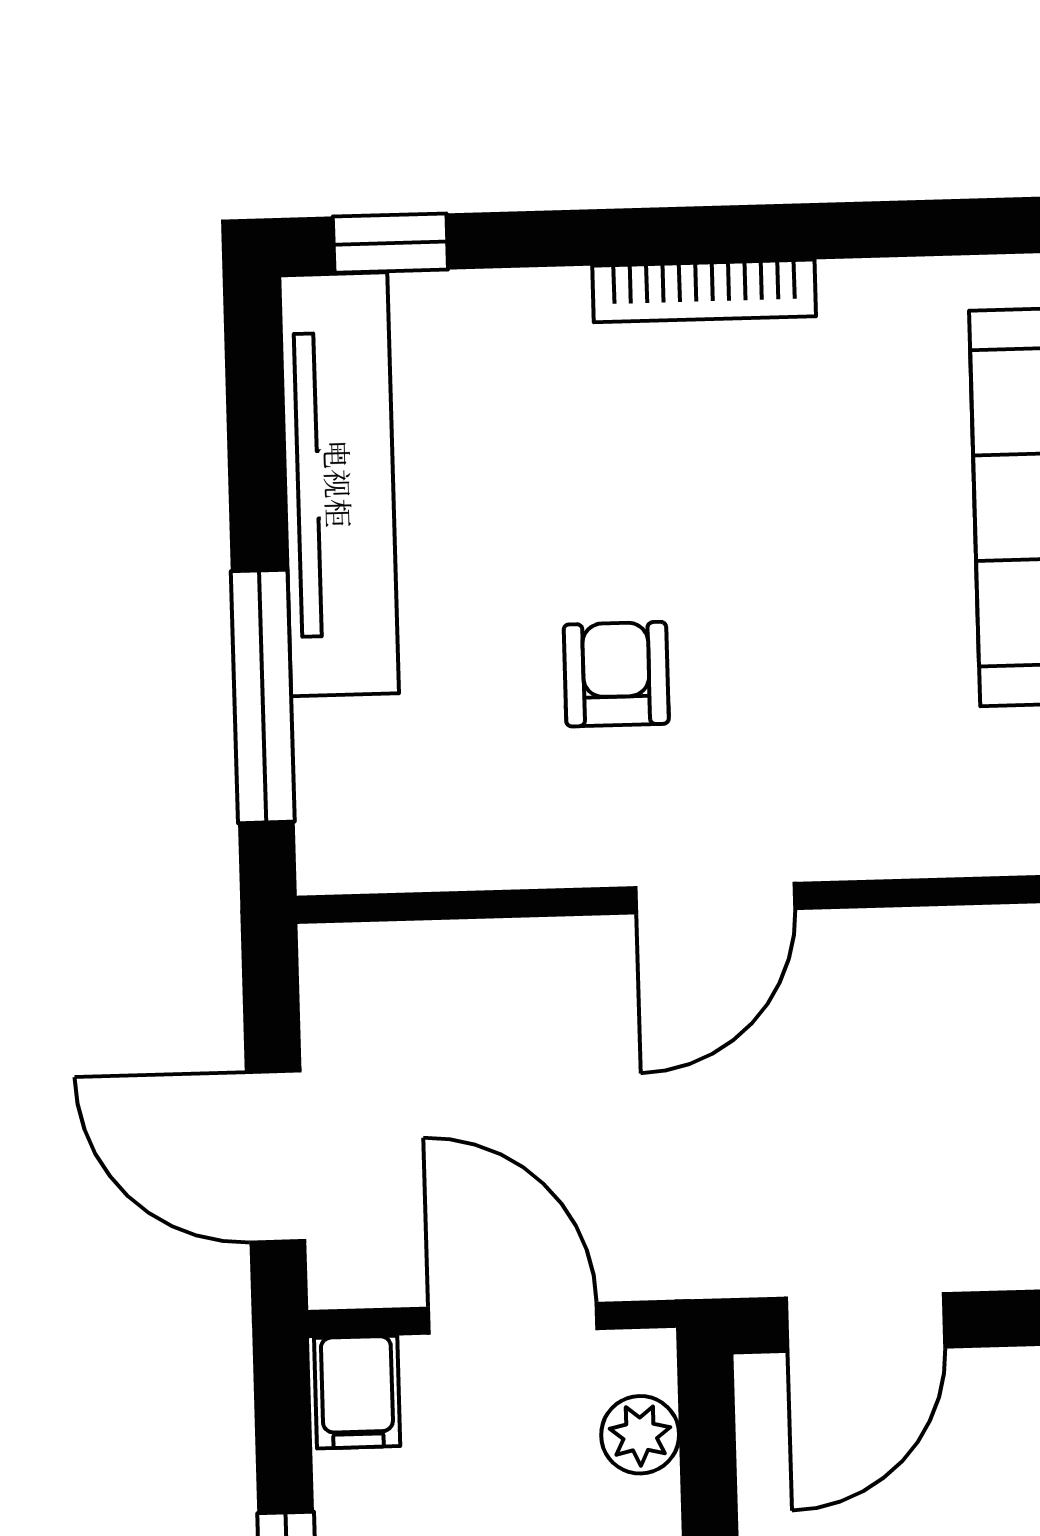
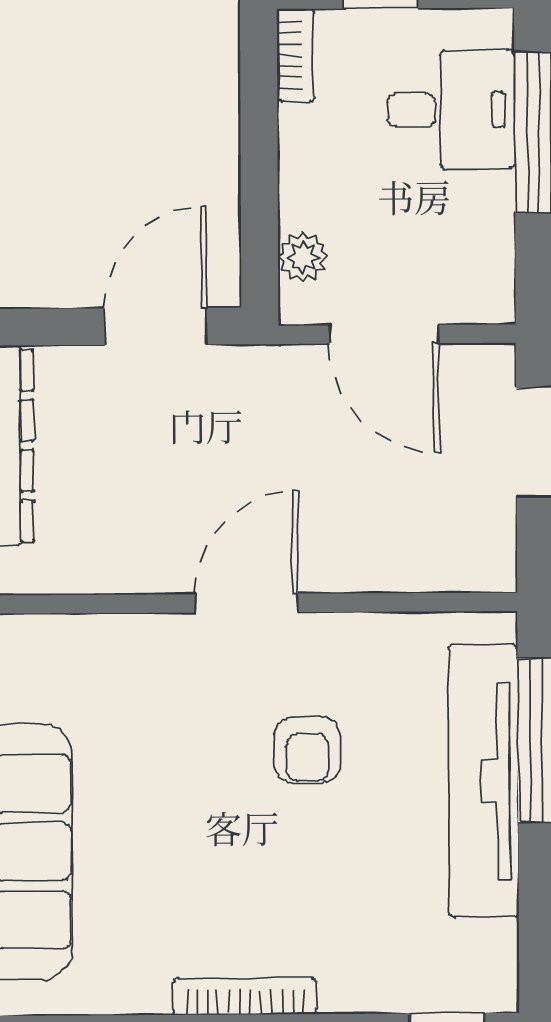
tv unit: (339, 484) -> (483, 781), moved
filing cabinet: (357, 1392) -> (485, 289), removed

